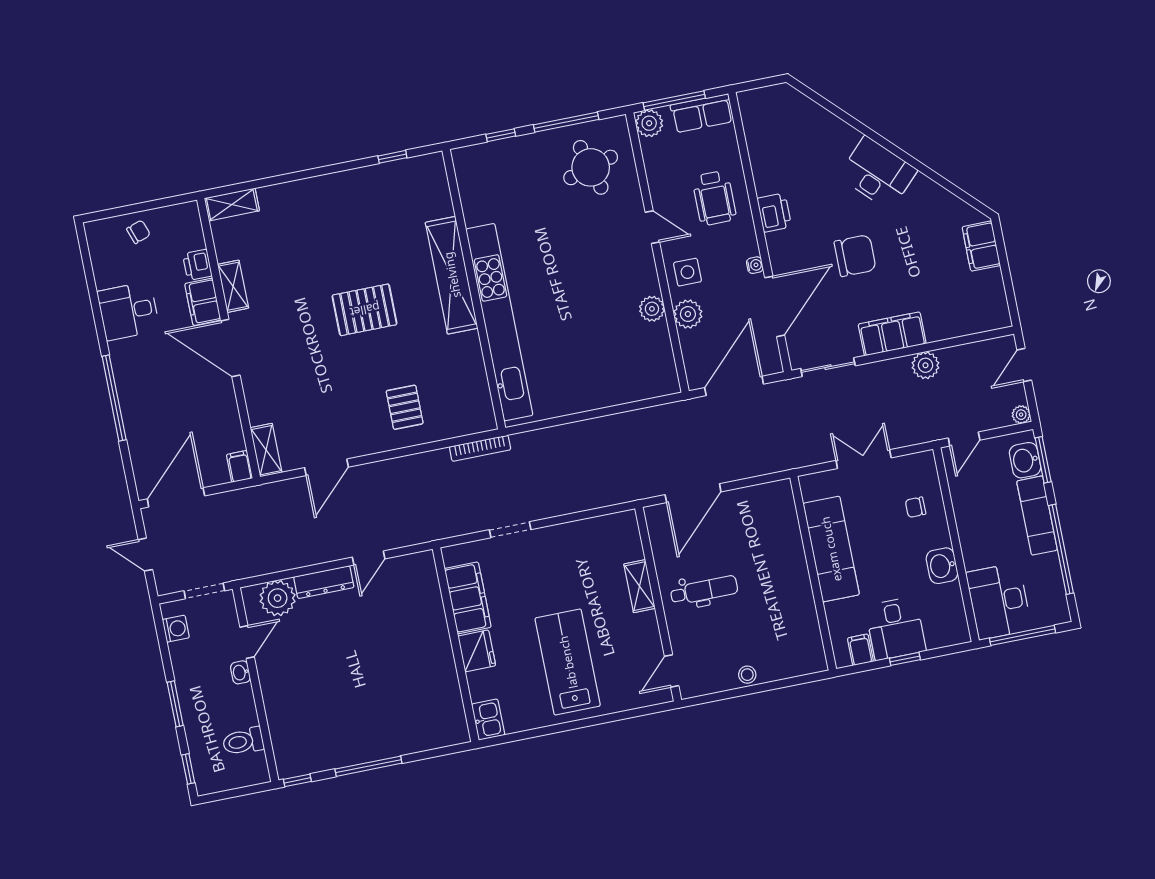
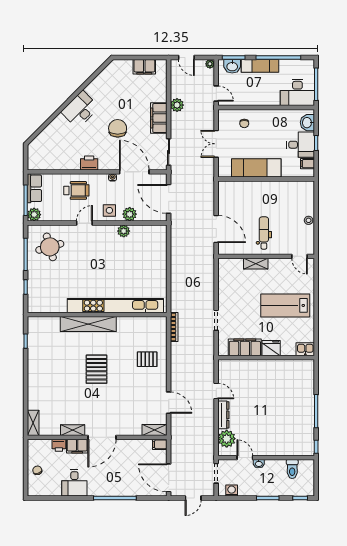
filing cabinet: (981, 246) -> (144, 67), moved
washbasin: (942, 566) -> (307, 123), moved, turned 90

